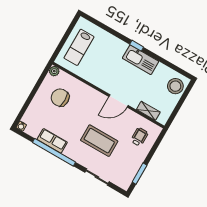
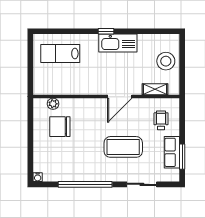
lab bench: (79, 47) -> (60, 53), moved, turned 90
plant: (54, 71) -> (53, 104), moved
stool: (175, 86) -> (166, 61), moved
row of seats: (52, 141) -> (172, 152), moved, turned -90

